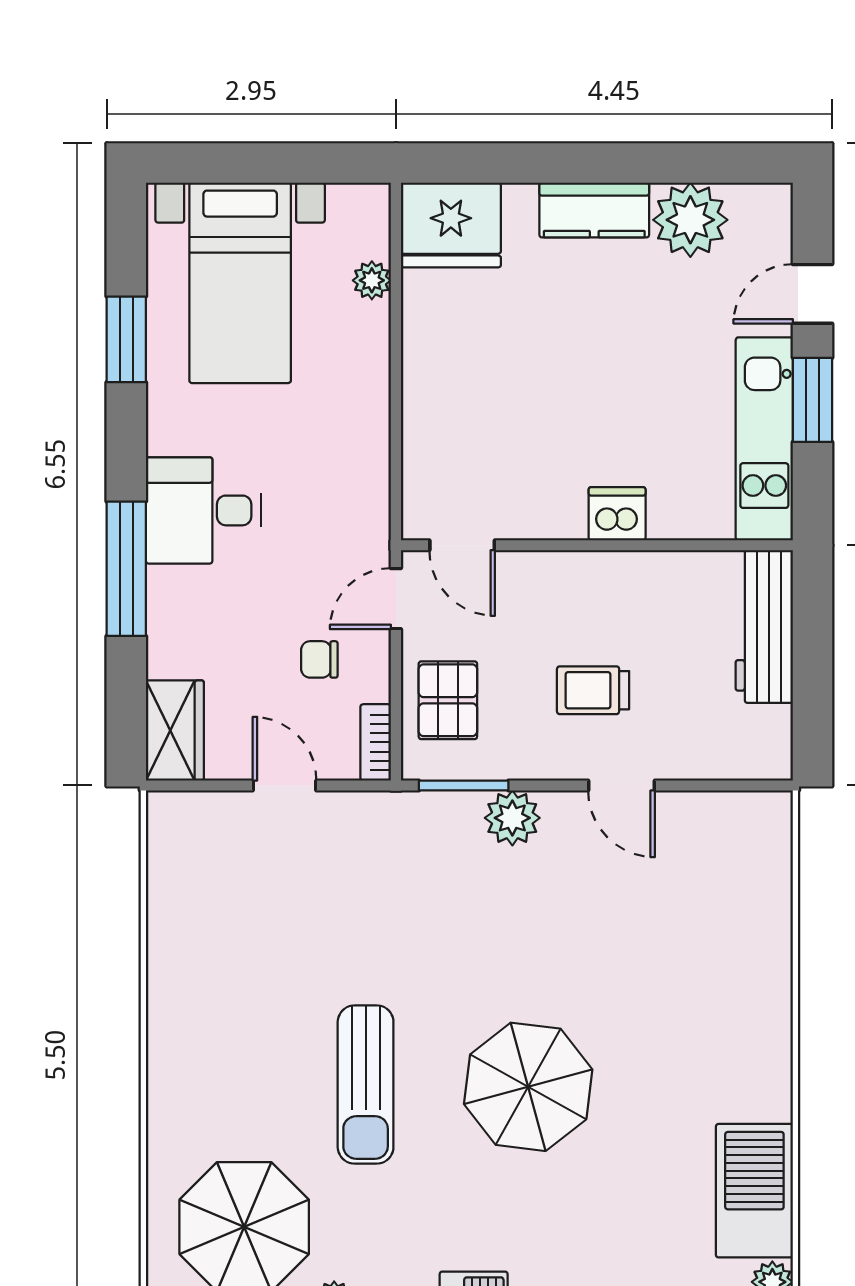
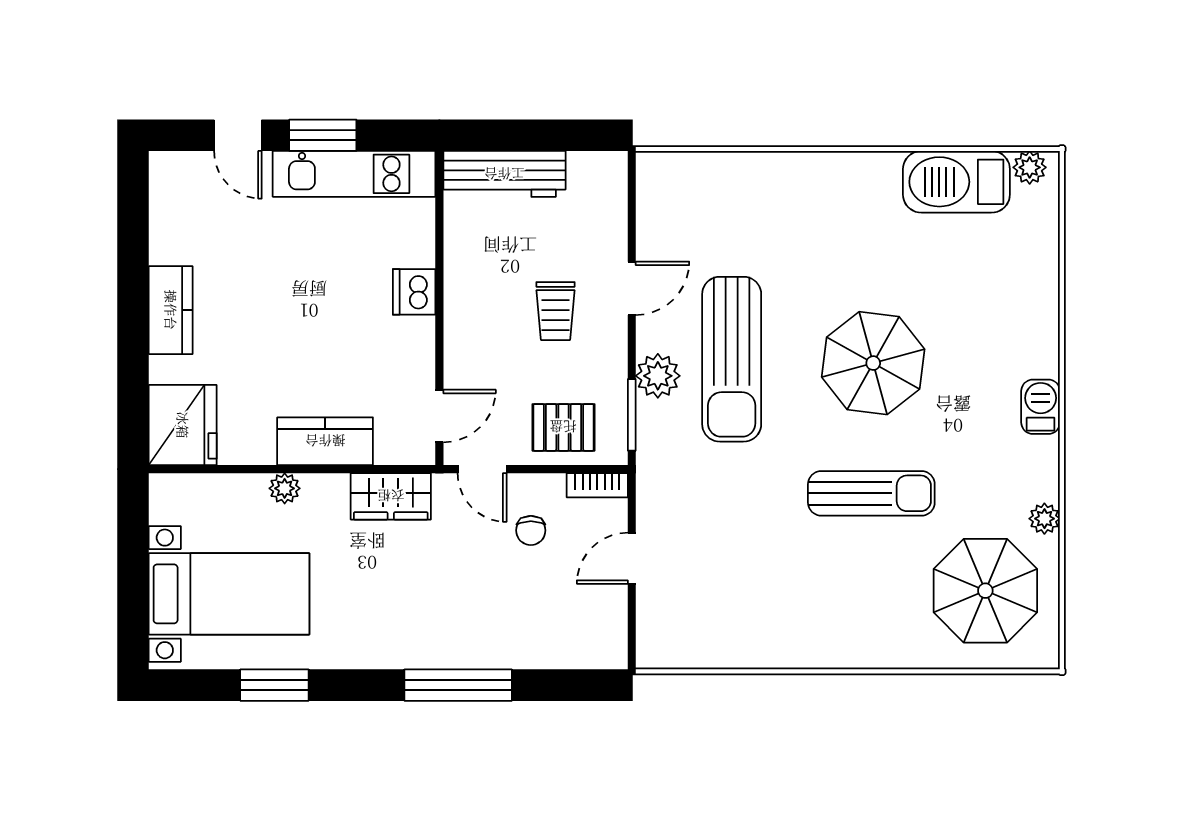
plant: (690, 220) -> (179, 233), removed
plant: (372, 280) -> (285, 488), moved
kitchen counter: (431, 403) -> (325, 441), added
desk: (203, 510) -> (411, 623), removed
wardrobe: (175, 731) -> (391, 496), moved, turned 180
sun lounger: (533, 910) -> (732, 359), added

